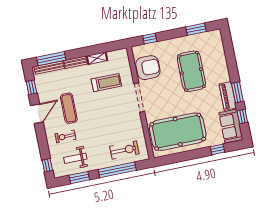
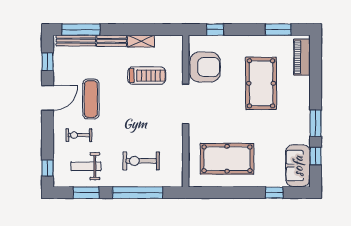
piano: (228, 96) -> (302, 57), moved
pool table: (178, 132) -> (227, 159), width x0.73, depth x0.76
exercise bike: (124, 150) -> (141, 161), moved, turned 180

